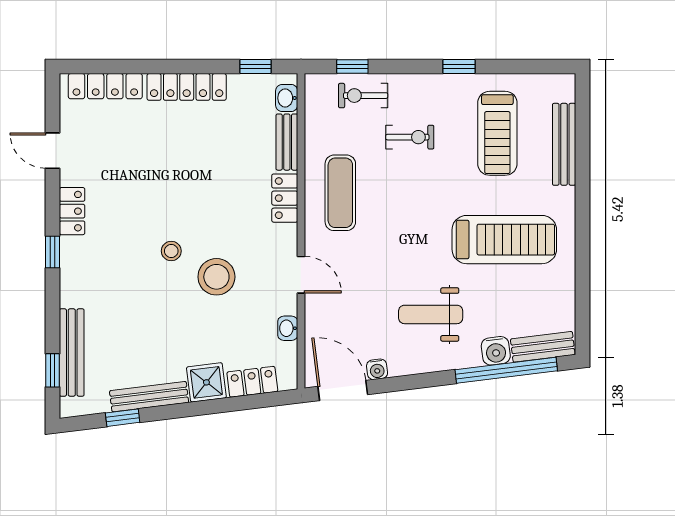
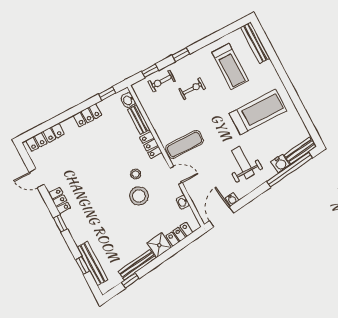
window: (459, 67) -> (181, 55), moved
locker: (187, 87) -> (88, 115), width x0.66
bench: (564, 144) -> (255, 43), moved
exercise mat: (340, 193) -> (184, 144), moved, turned 90
stool: (171, 251) -> (136, 174), moved
weight bench: (431, 314) -> (243, 163), turned 90
window: (53, 370) -> (83, 265), moved
door: (343, 390) -> (222, 217), hinge flipped

